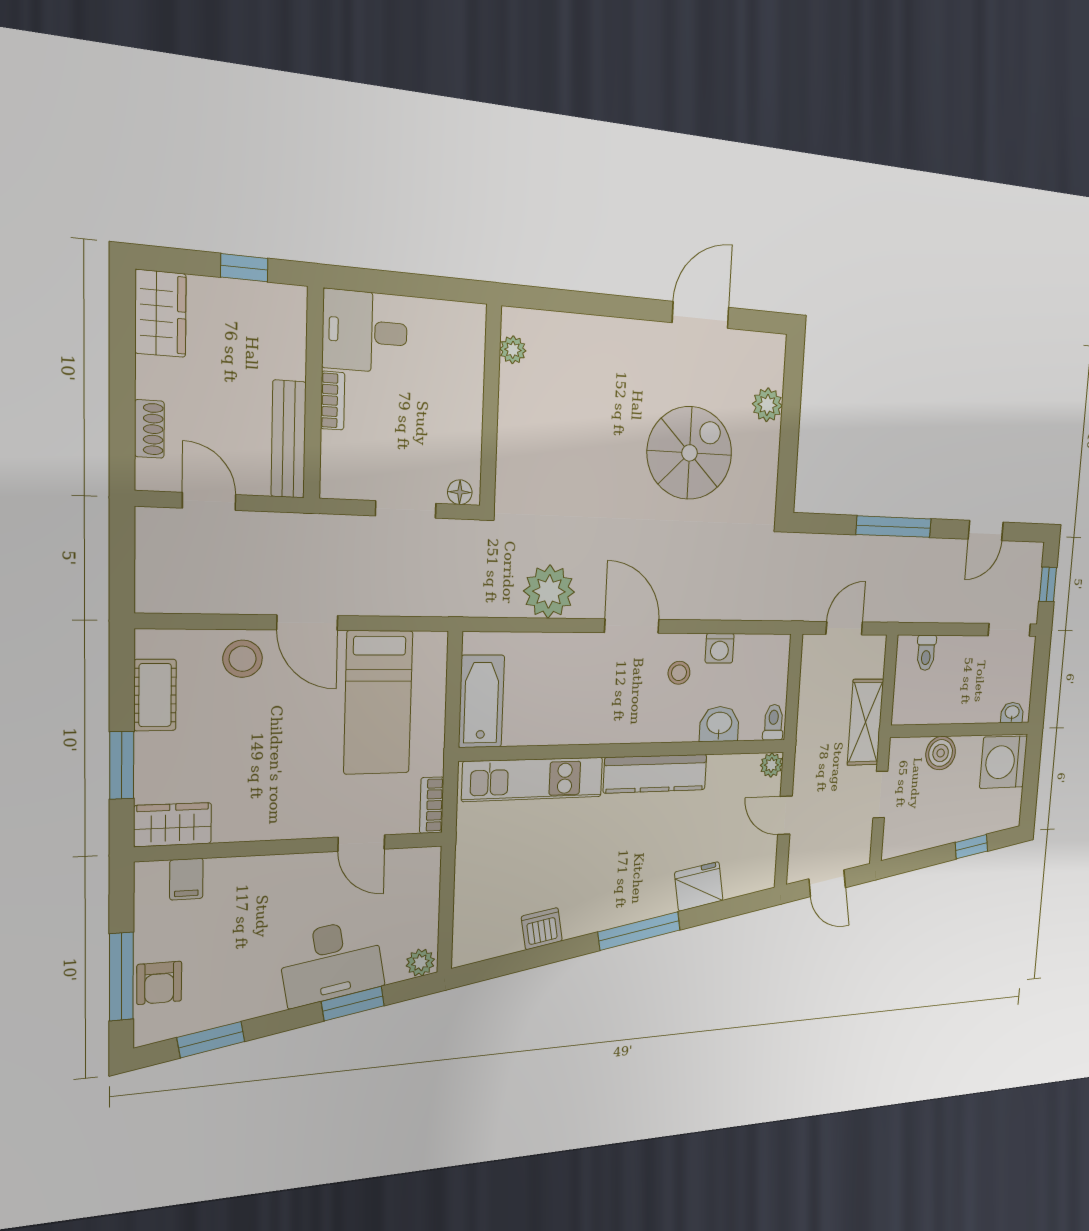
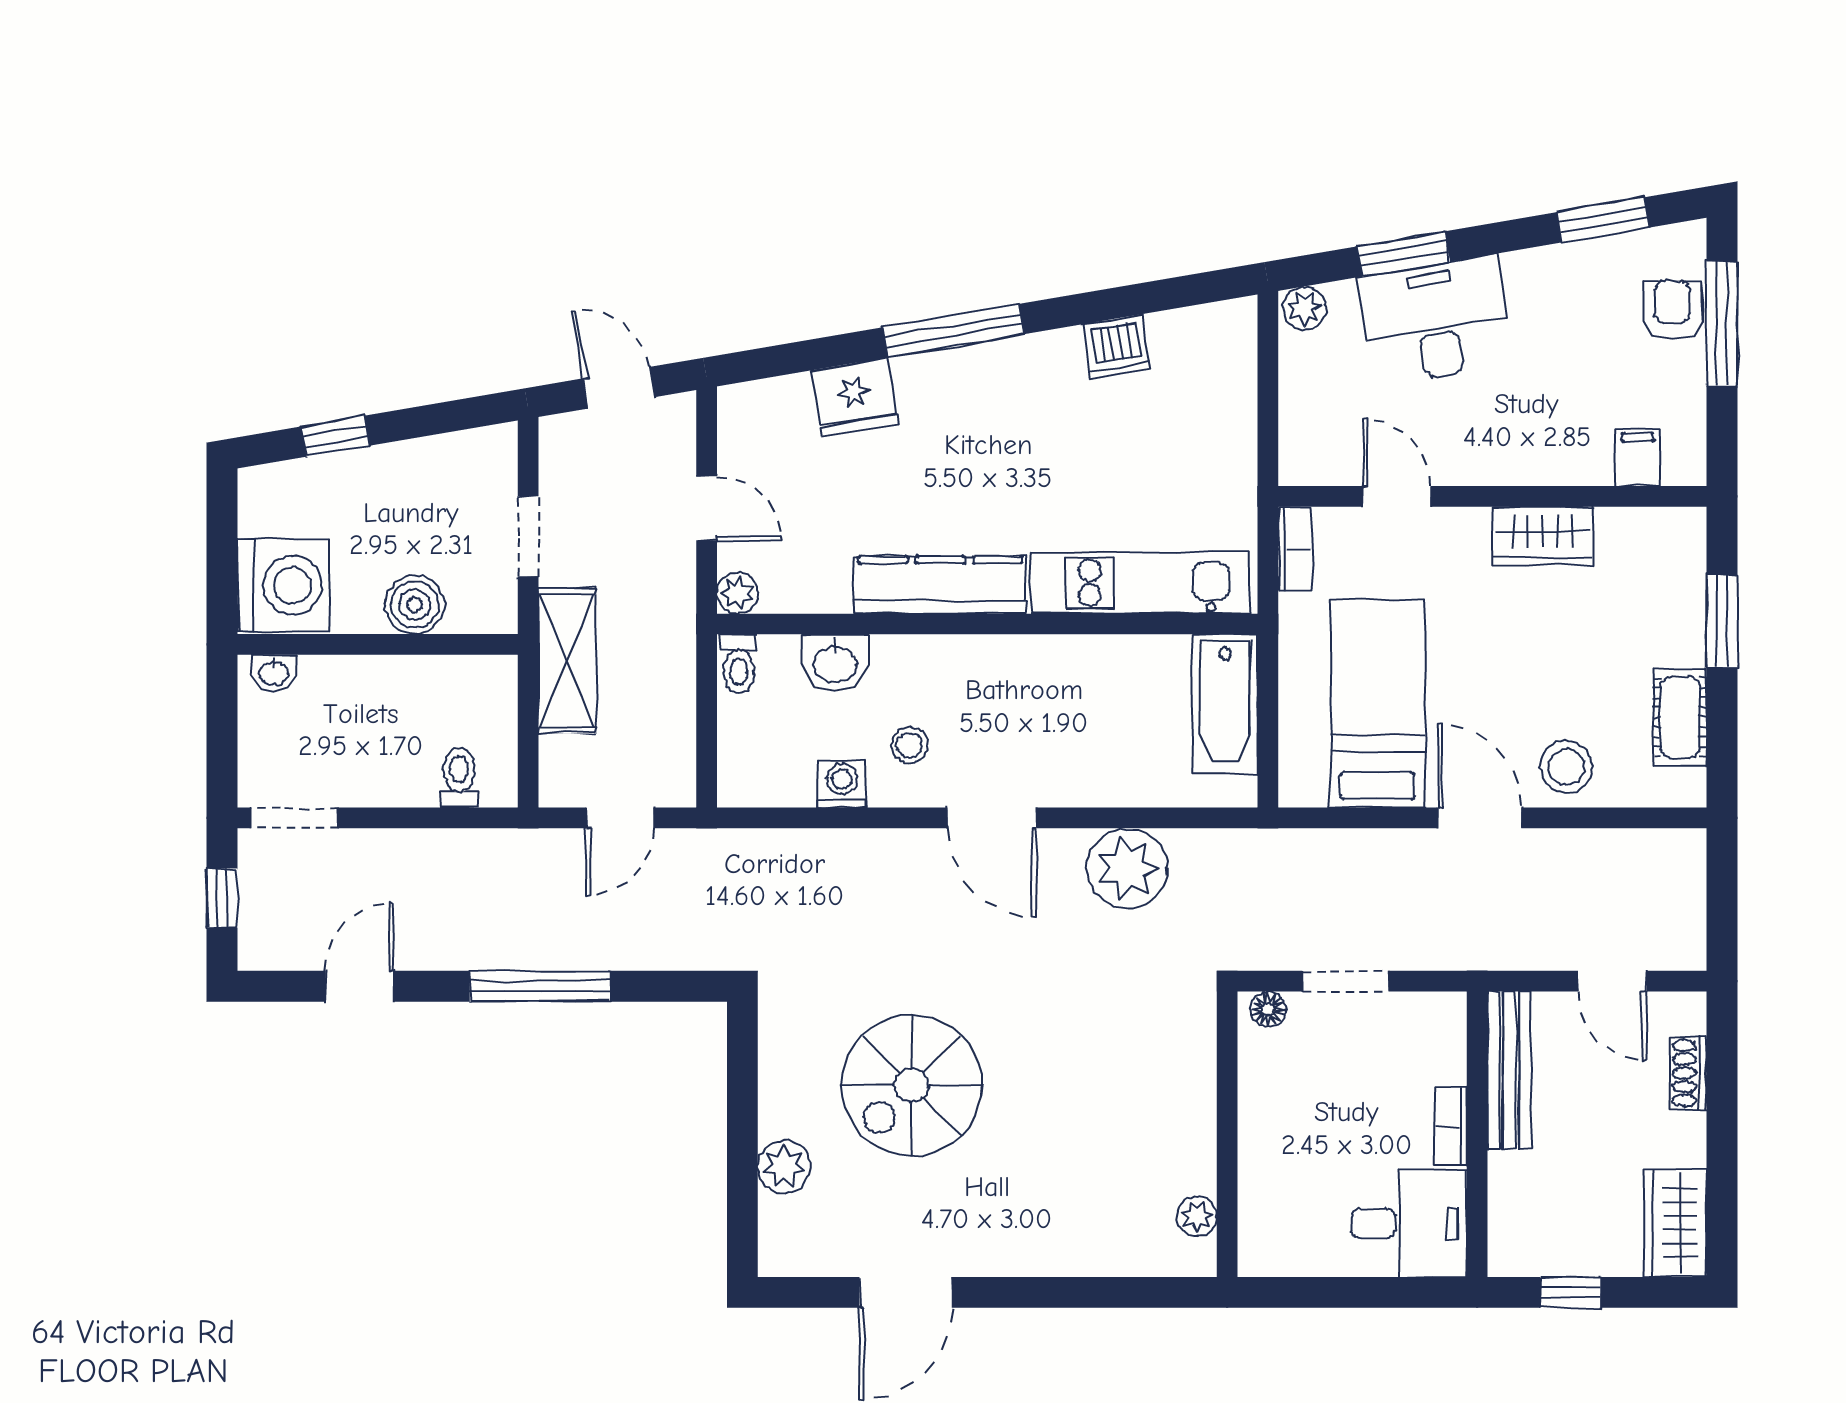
wardrobe: (173, 825) -> (1543, 536), moved

